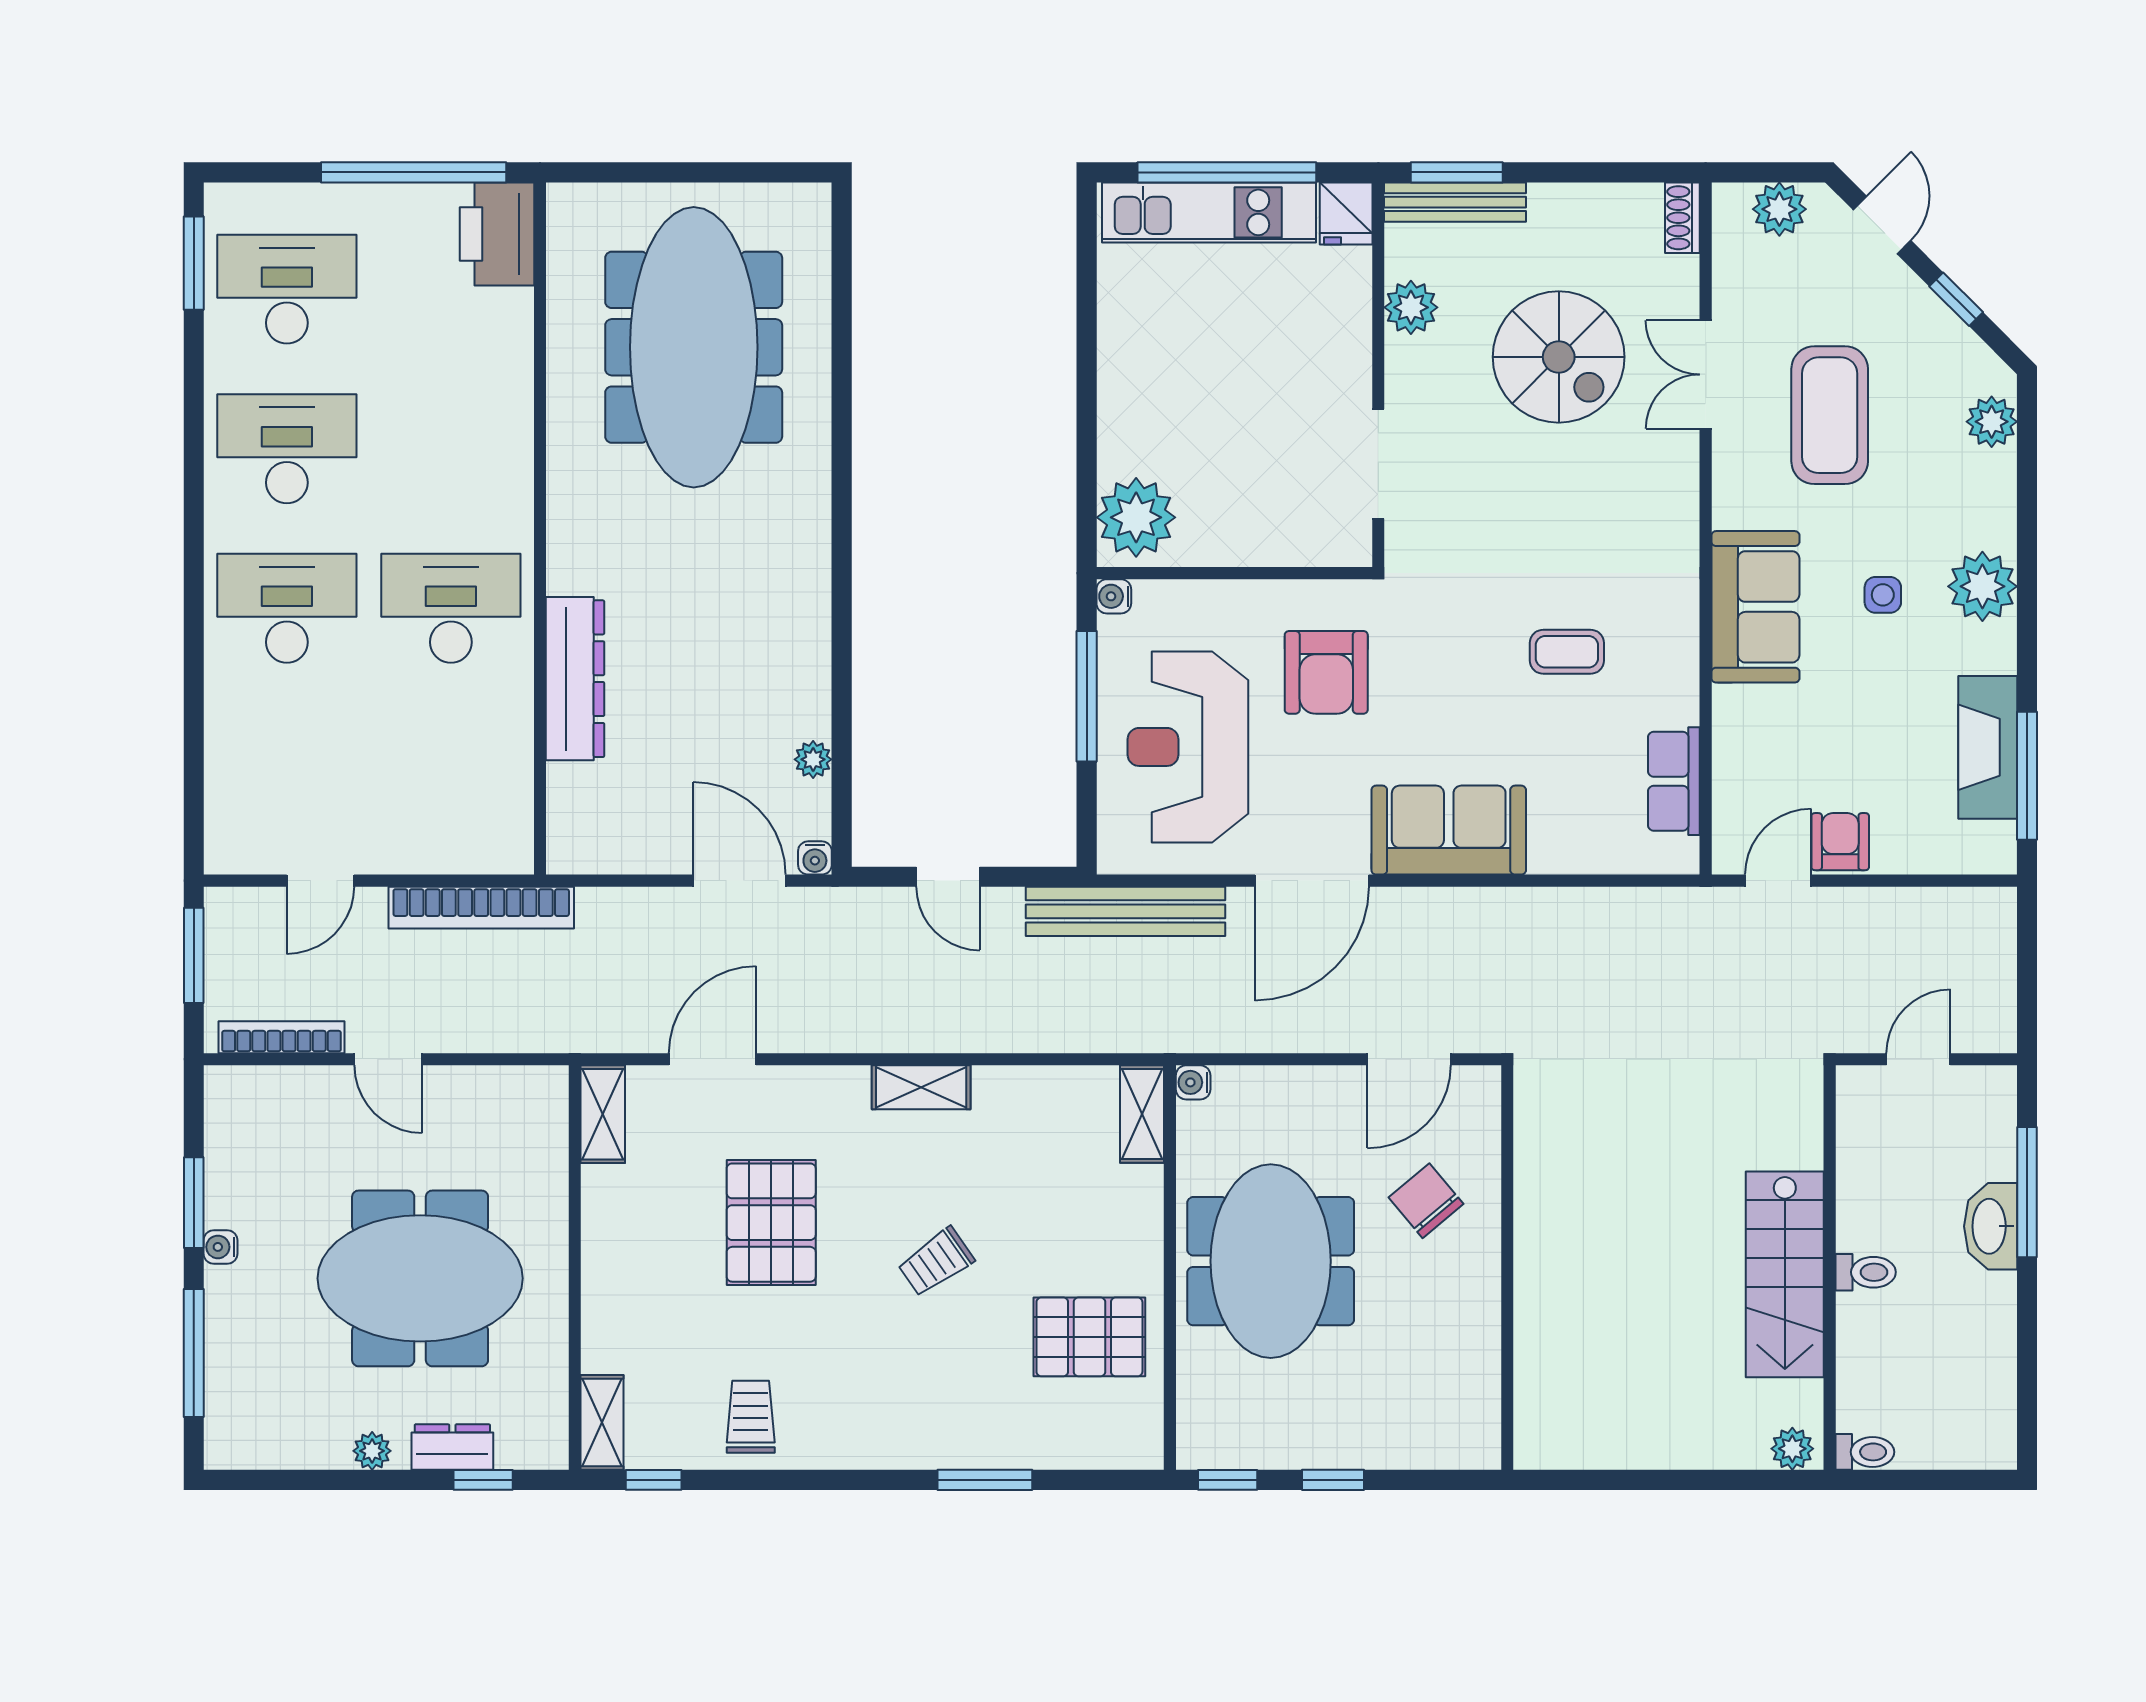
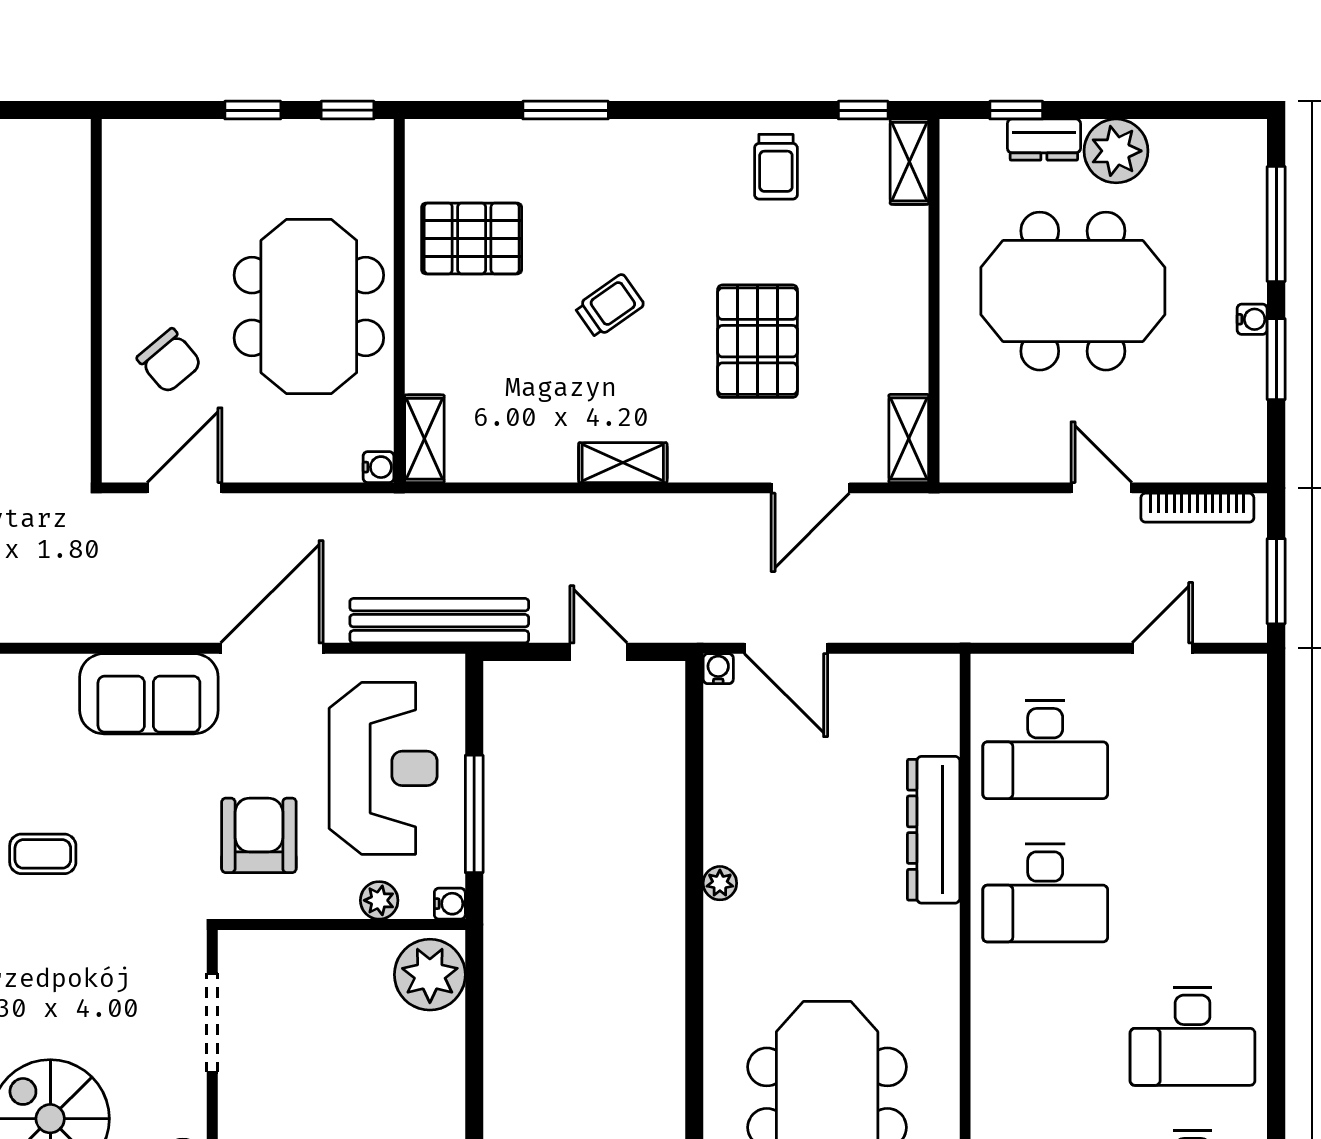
plant: (1192, 600) -> (379, 900), added
desk: (287, 608) -> (1045, 750), moved
plant: (813, 759) -> (720, 883), moved
bookcase: (481, 908) -> (1018, 624), removed
plant: (372, 1451) -> (1116, 151), width x1.87, depth x1.87

